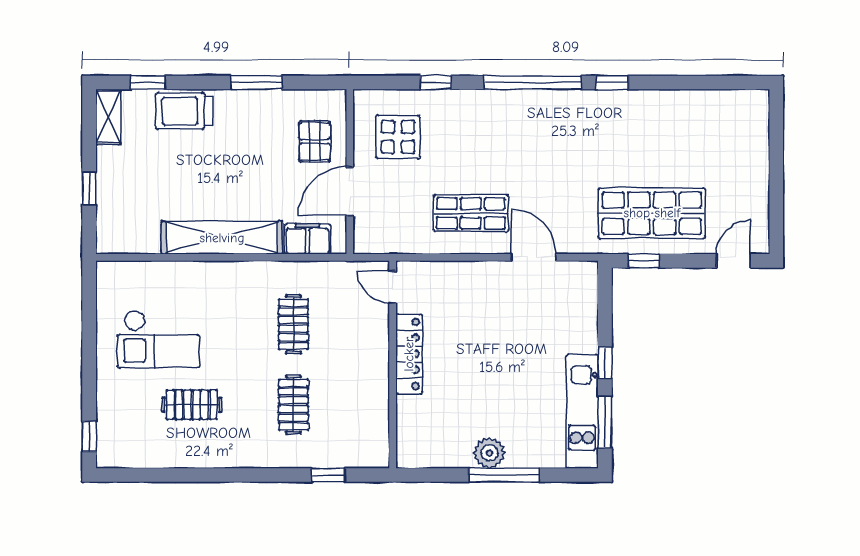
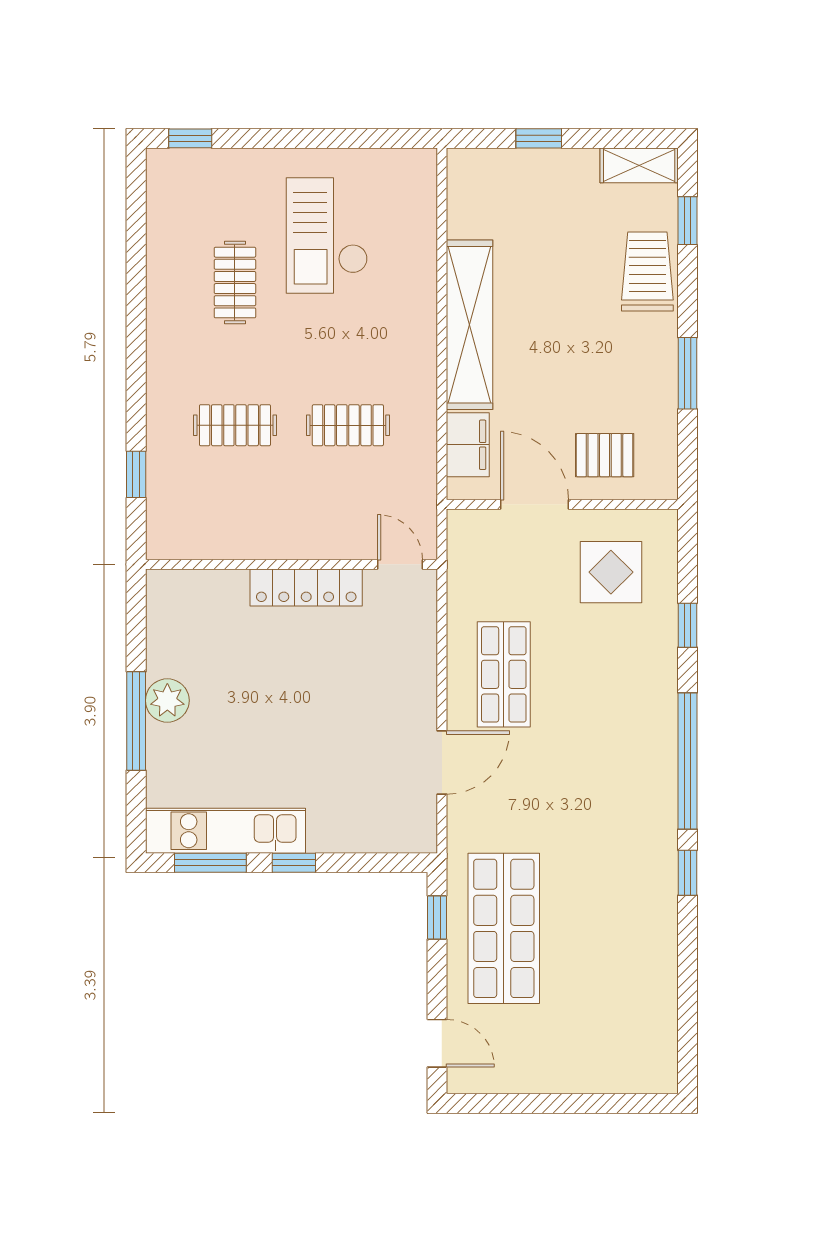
door: (393, 287) -> (400, 564), hinge flipped

